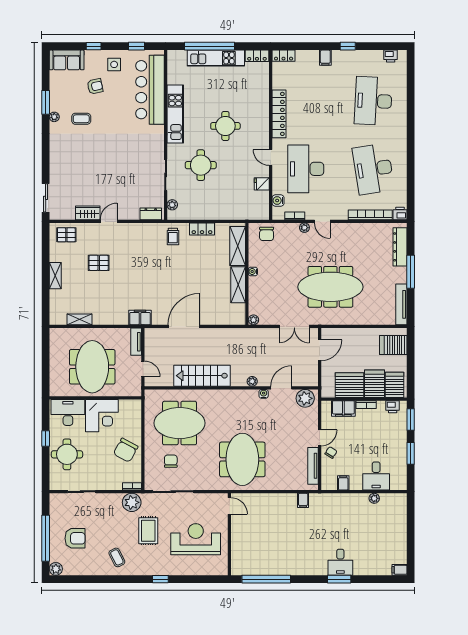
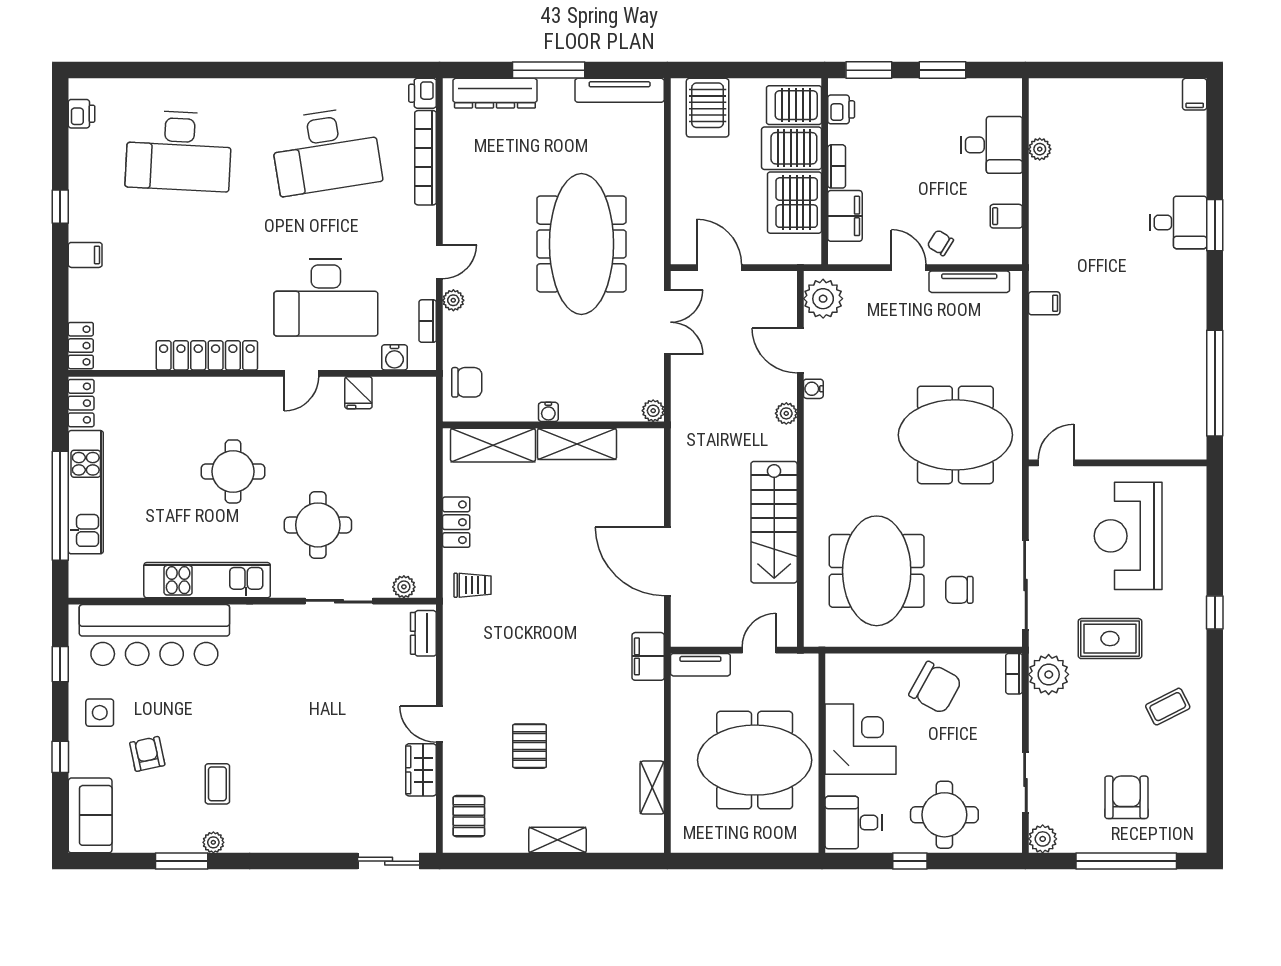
desk: (68, 412) -> (854, 823), width x0.73
plant: (56, 569) -> (1043, 839), moved

